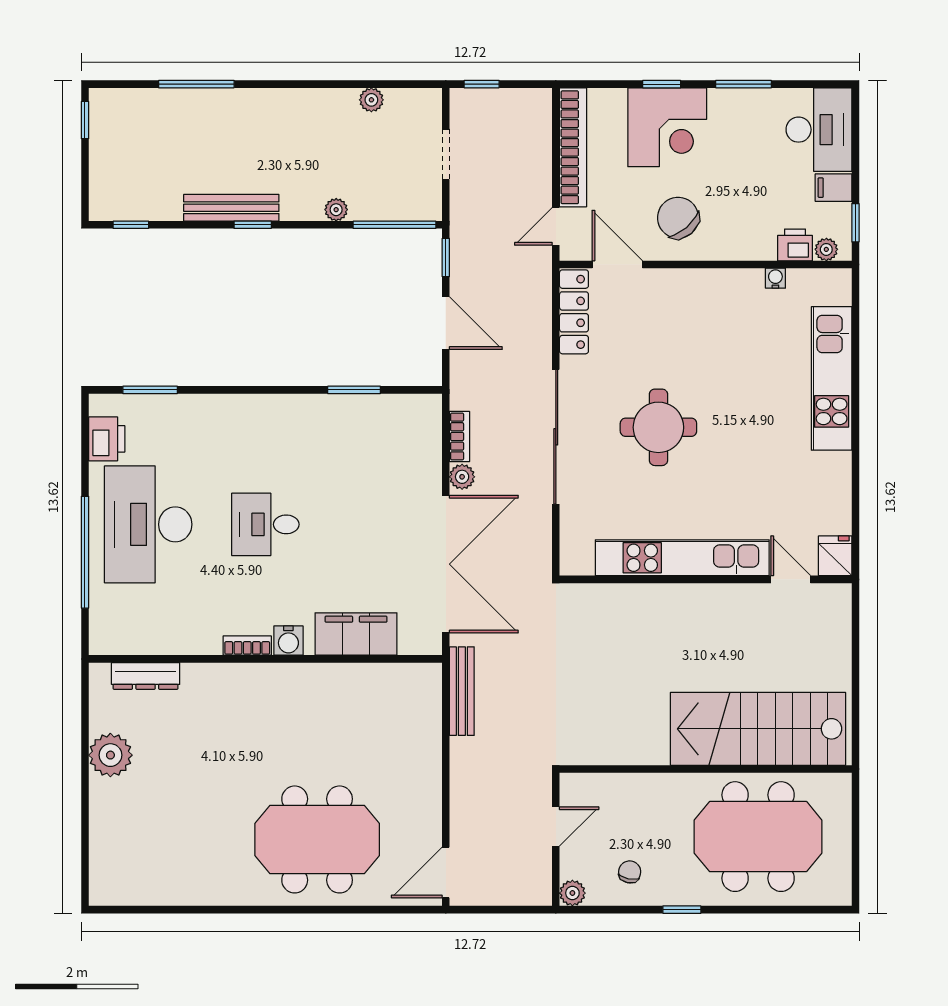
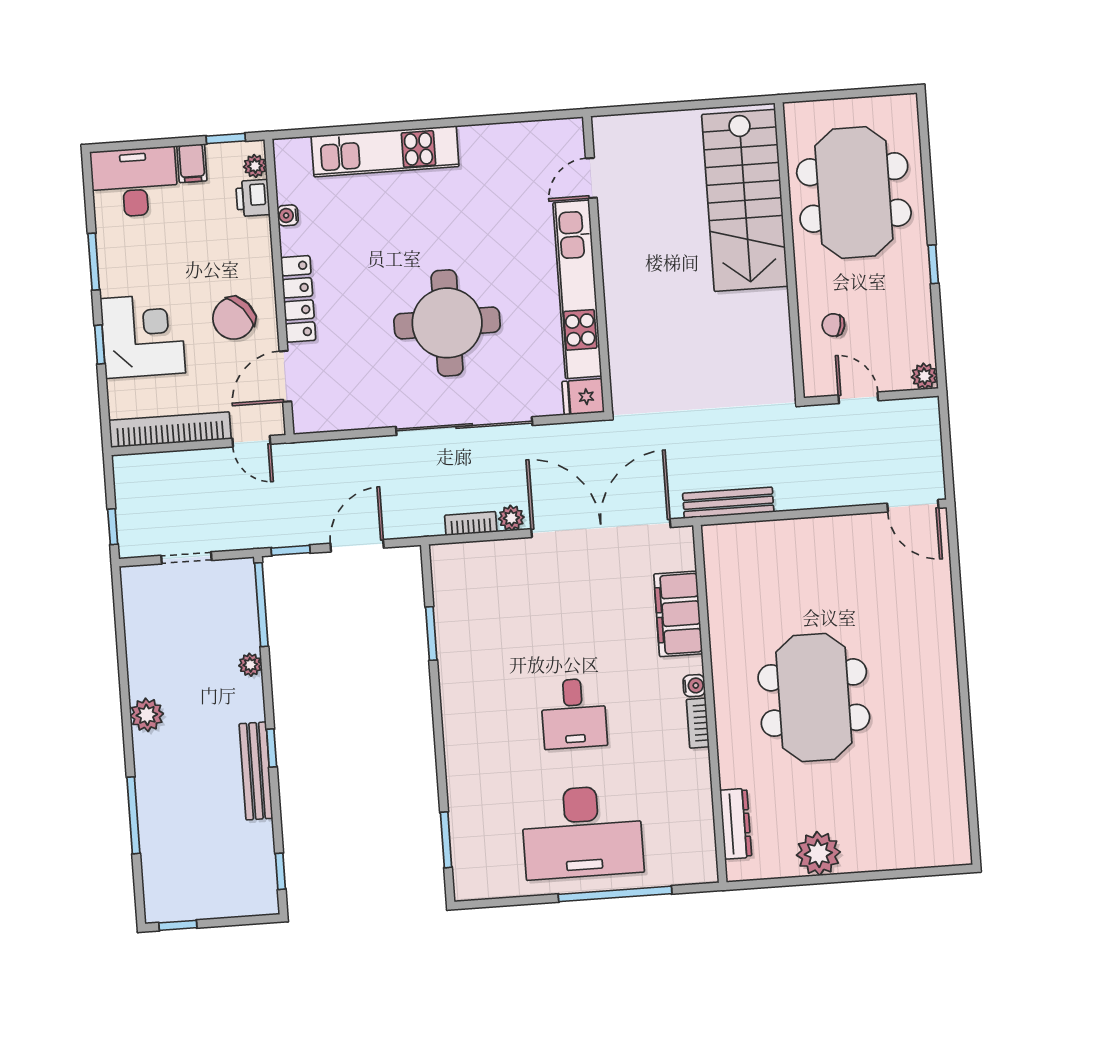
plant: (371, 100) -> (147, 715), moved, width x1.38, depth x1.38
locker: (574, 312) -> (298, 299), moved, turned 90
round table: (658, 427) -> (447, 323), width x1.36, depth x1.36
printer: (107, 439) -> (499, 880), removed
fridge: (835, 556) -> (583, 397), moved
water cooler: (288, 641) -> (694, 686), width x0.72, depth x0.72
meeting table: (317, 839) -> (814, 698), moved
chair: (630, 872) -> (833, 325), moved

